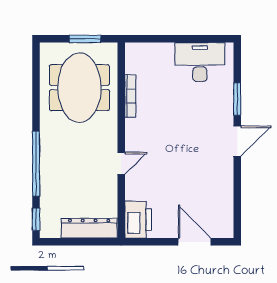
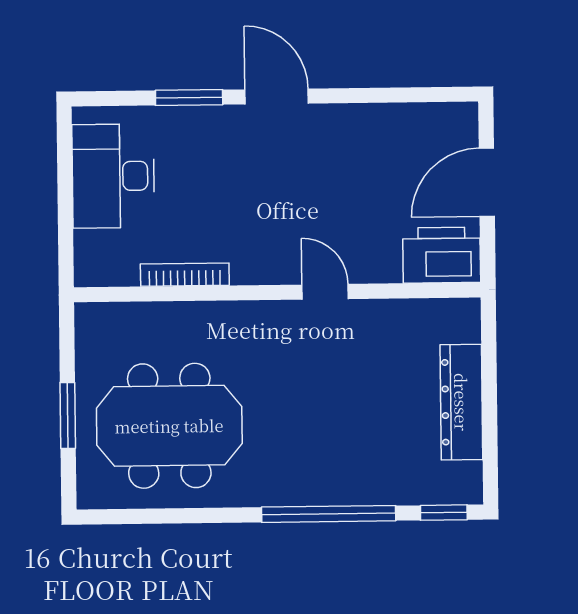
bookcase: (130, 96) -> (185, 275), moved
wall: (121, 140) -> (277, 292), moved
door: (121, 163) -> (325, 292), moved
printer: (138, 220) -> (442, 255), moved

